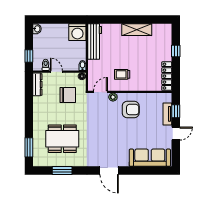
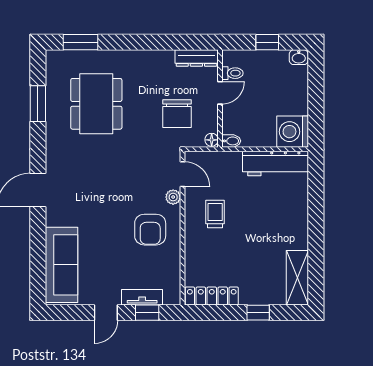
shelving: (137, 30) -> (297, 278), moved
window: (29, 56) -> (267, 42), moved
door: (176, 134) -> (106, 313), hinge flipped

